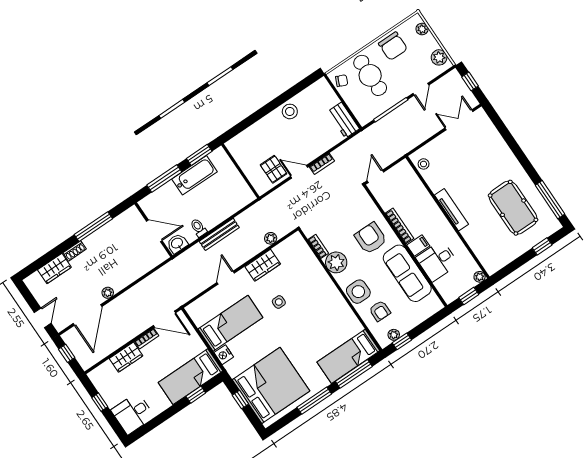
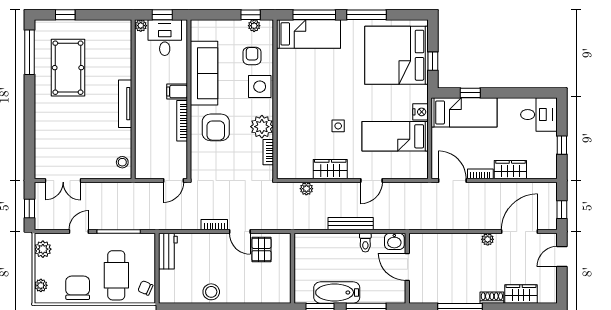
desk: (437, 261) -> (165, 38), moved, turned -90

